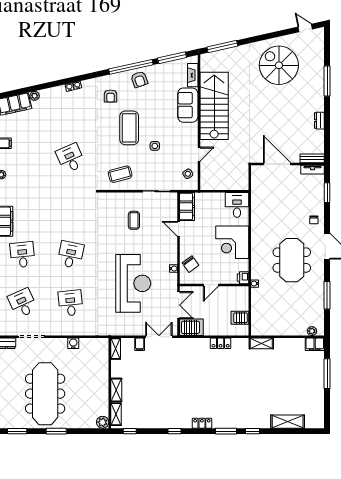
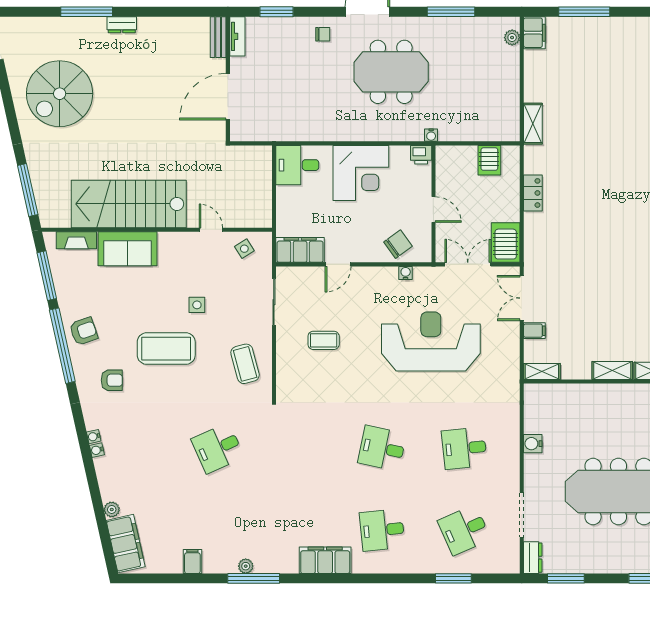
dresser: (319, 121) -> (122, 25), moved

